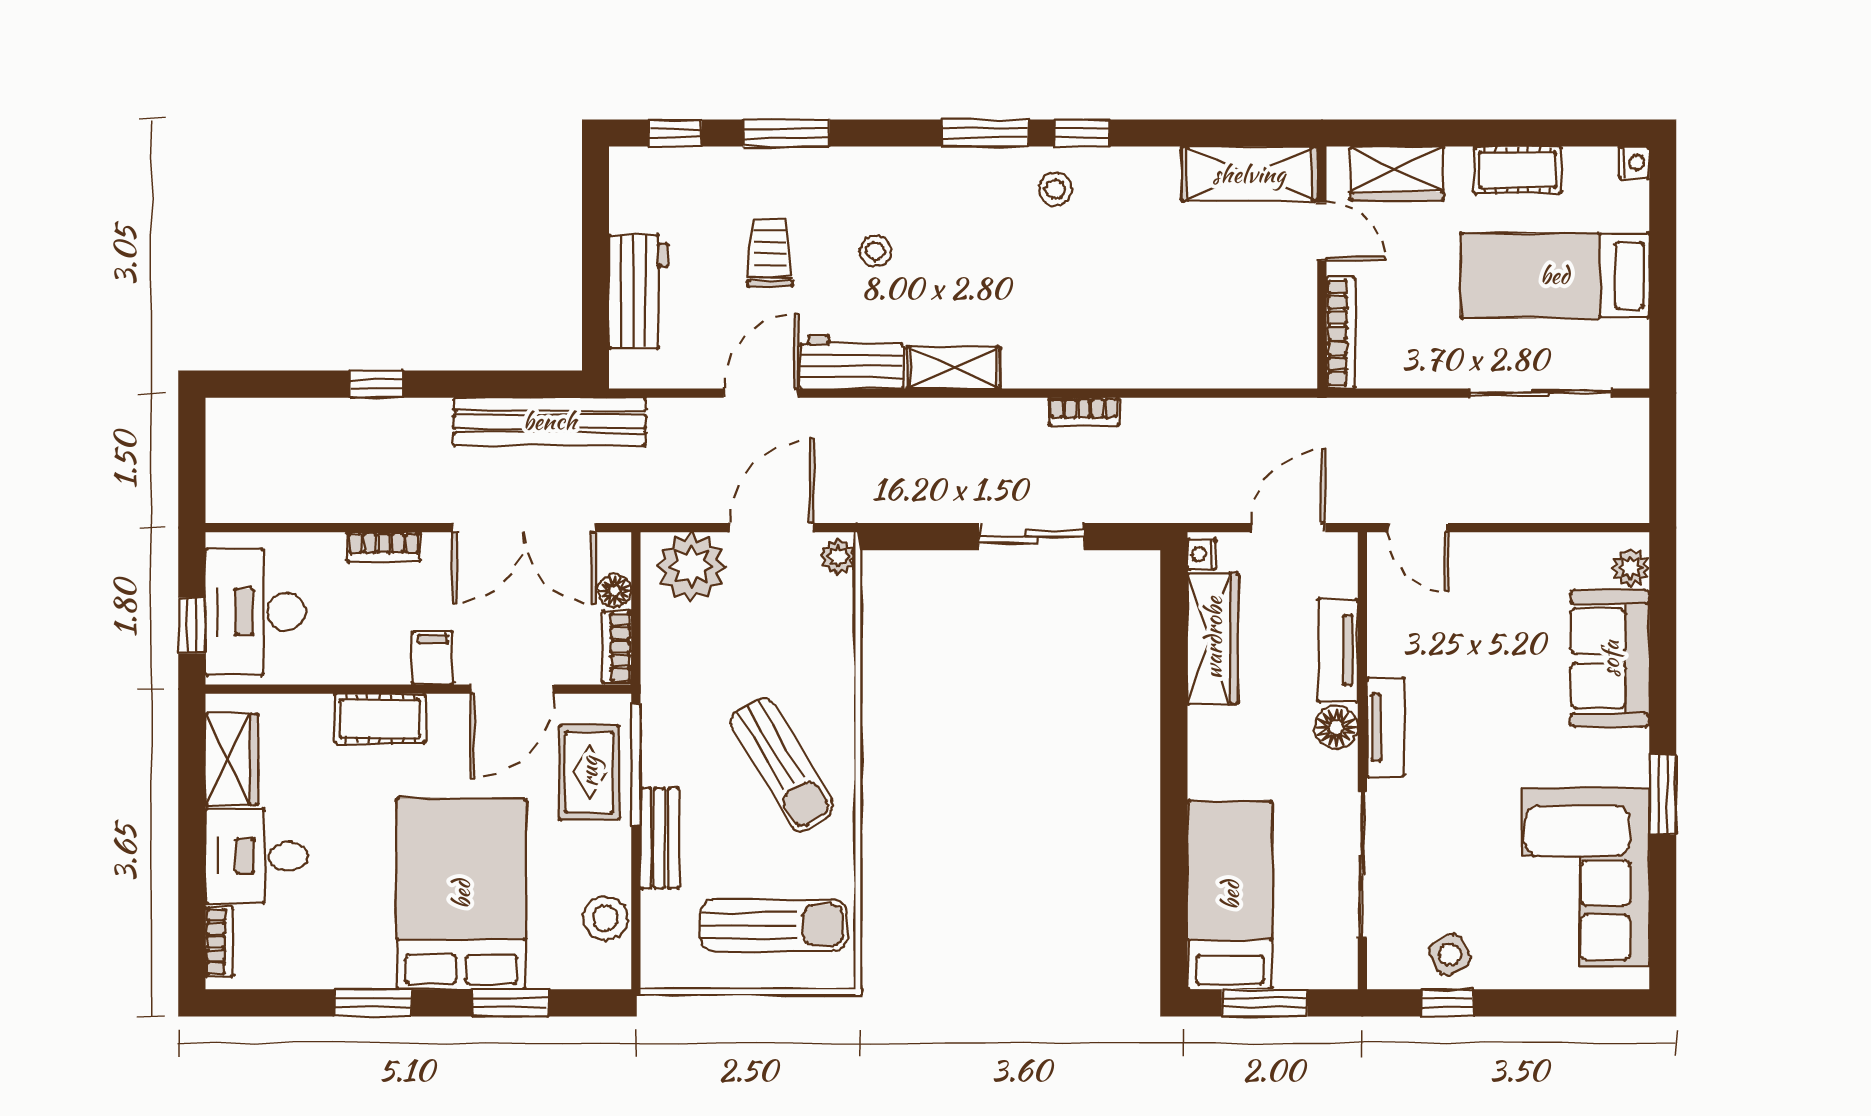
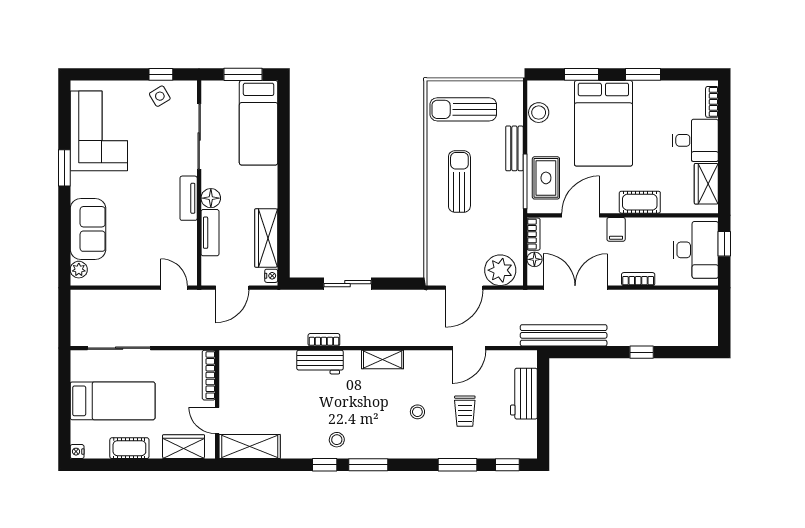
workbench: (852, 362) -> (320, 362), moved
plant: (838, 556) -> (434, 275), removed
sun lounger: (782, 764) -> (459, 181), turned 31

